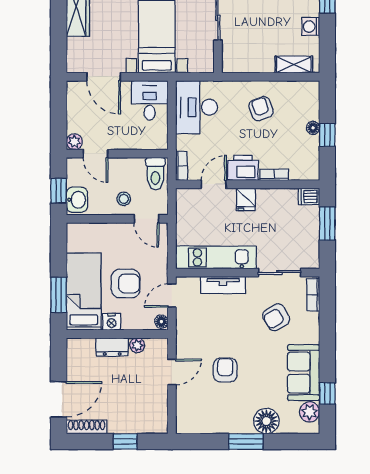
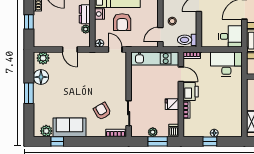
armchair: (261, 109) -> (225, 102), removed
fridge: (246, 199) -> (172, 104), moved
plant: (312, 232) -> (153, 132), added
kitchen unit: (216, 257) -> (155, 58), moved, turned 90
tv unit: (223, 285) -> (121, 80), removed
armchair: (225, 370) -> (71, 81), removed
plant: (186, 417) -> (43, 58), added
floor lamp: (266, 421) -> (41, 77), moved

